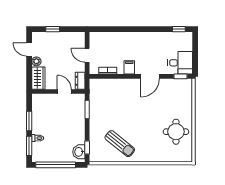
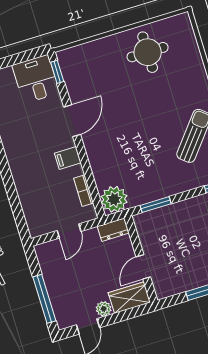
window: (53, 29) -> (44, 299), width x2.17
door: (150, 76) -> (72, 121), hinge flipped
plant: (97, 87) -> (114, 199), added
door: (64, 92) -> (143, 267), moved

